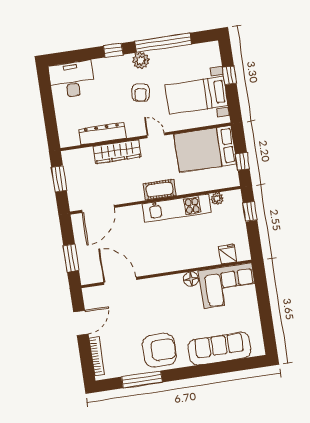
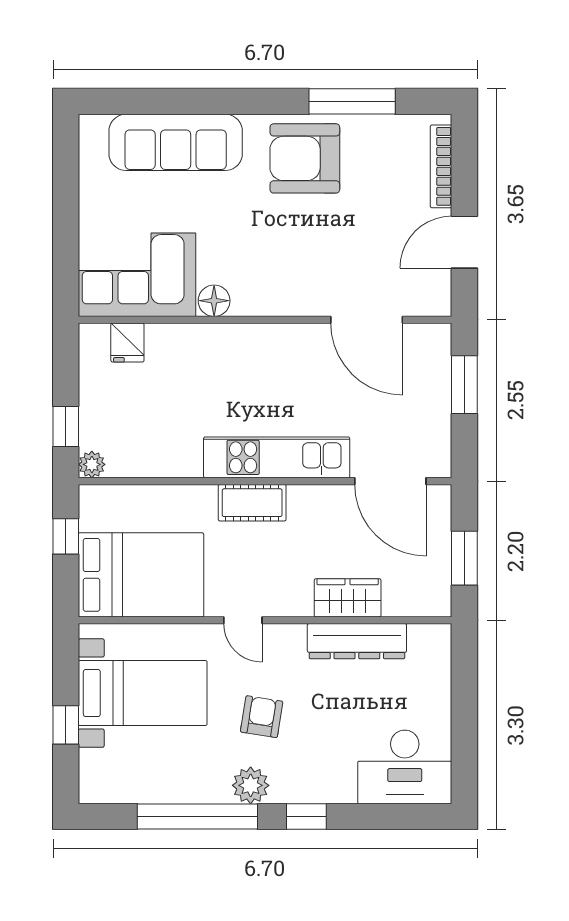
wardrobe: (117, 152) -> (348, 598), width x0.67
plant: (217, 199) -> (92, 464), moved
kitchen unit: (177, 208) -> (277, 457), moved
door: (98, 209) -> (390, 481), swing flipped

